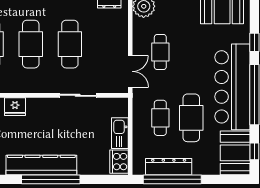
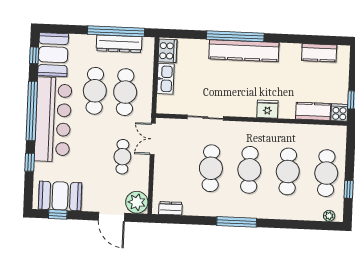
cafe table: (160, 118) -> (125, 92), width x1.37, depth x1.35

